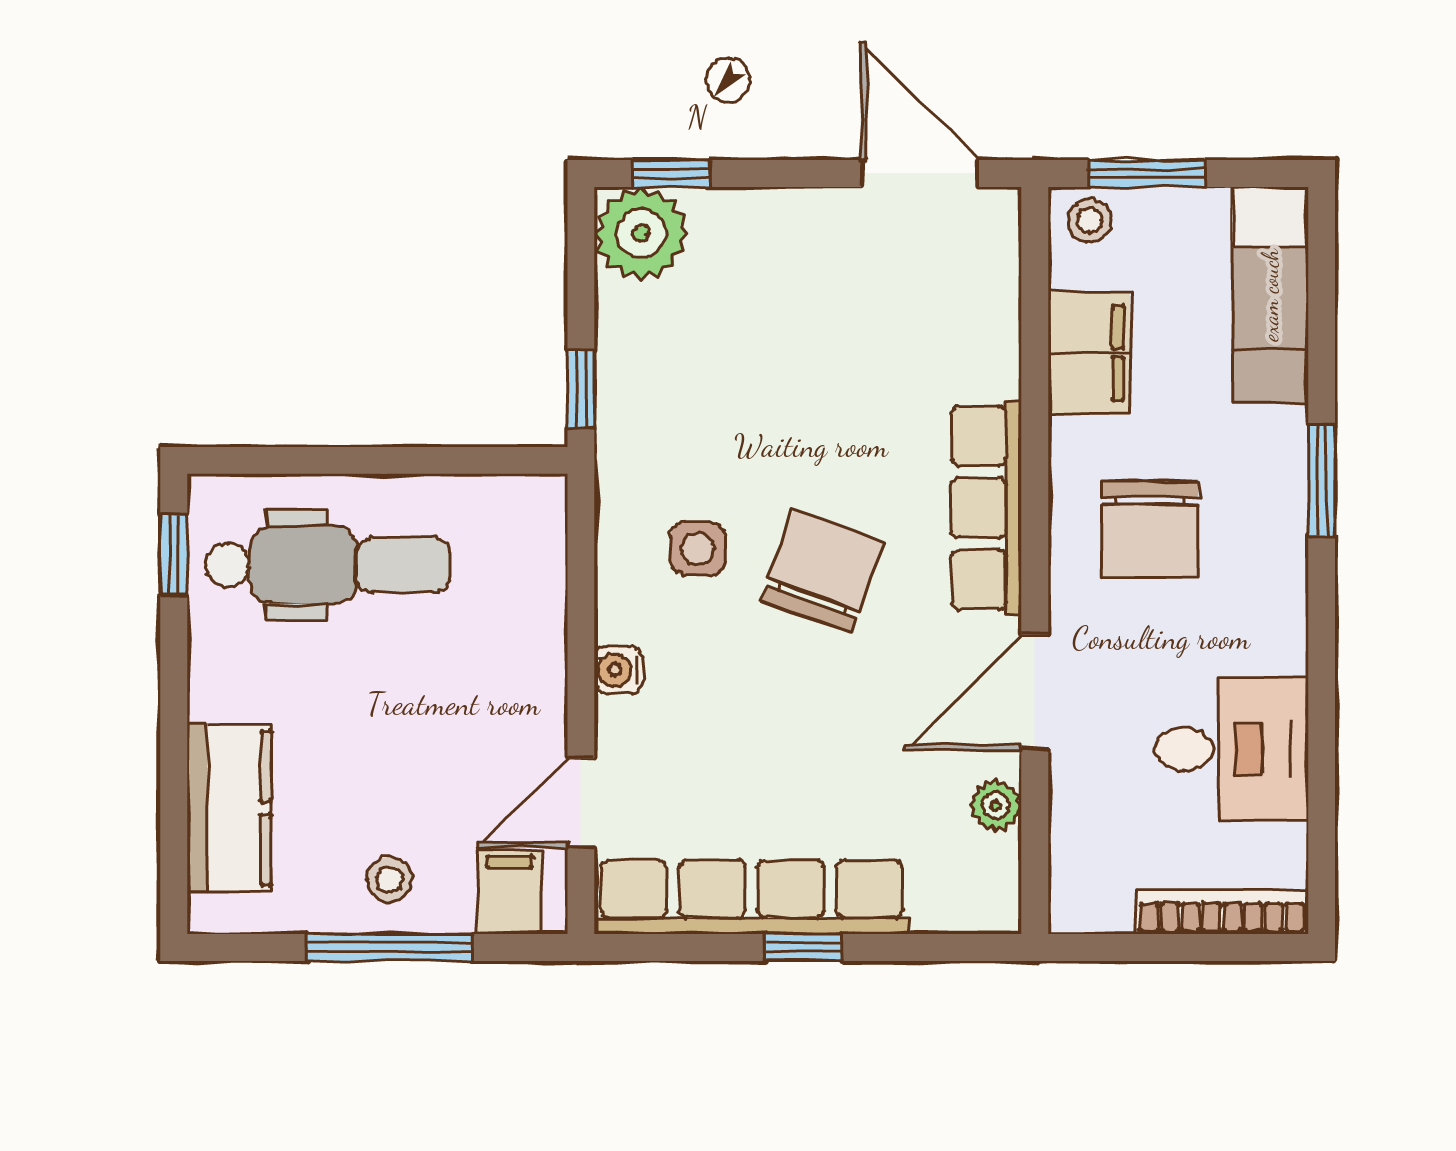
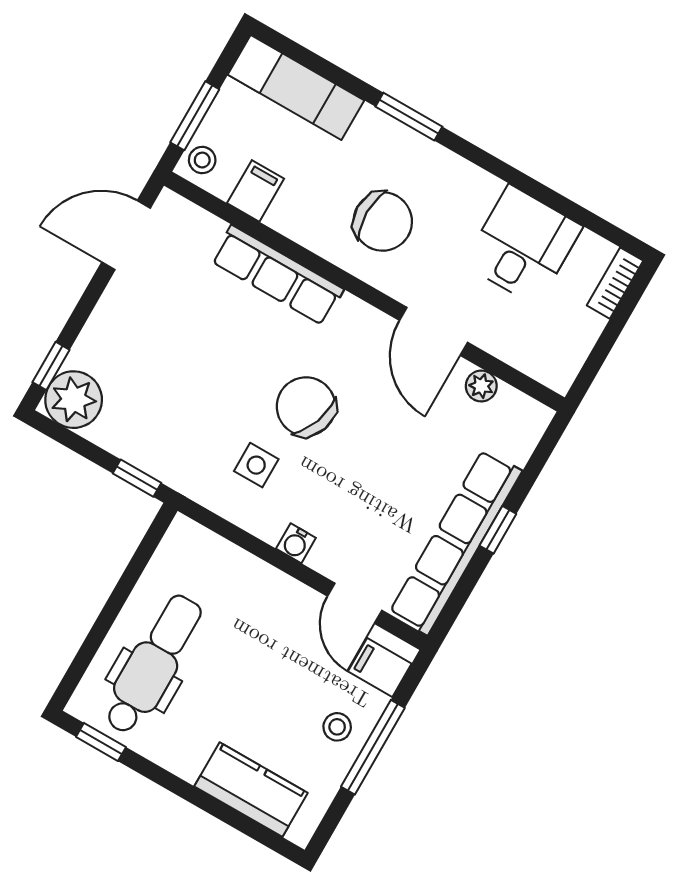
filing cabinet: (1089, 353) -> (256, 191), width x0.50
row of seats: (986, 508) -> (277, 275), moved
bookcase: (1222, 912) -> (615, 283), width x0.64

